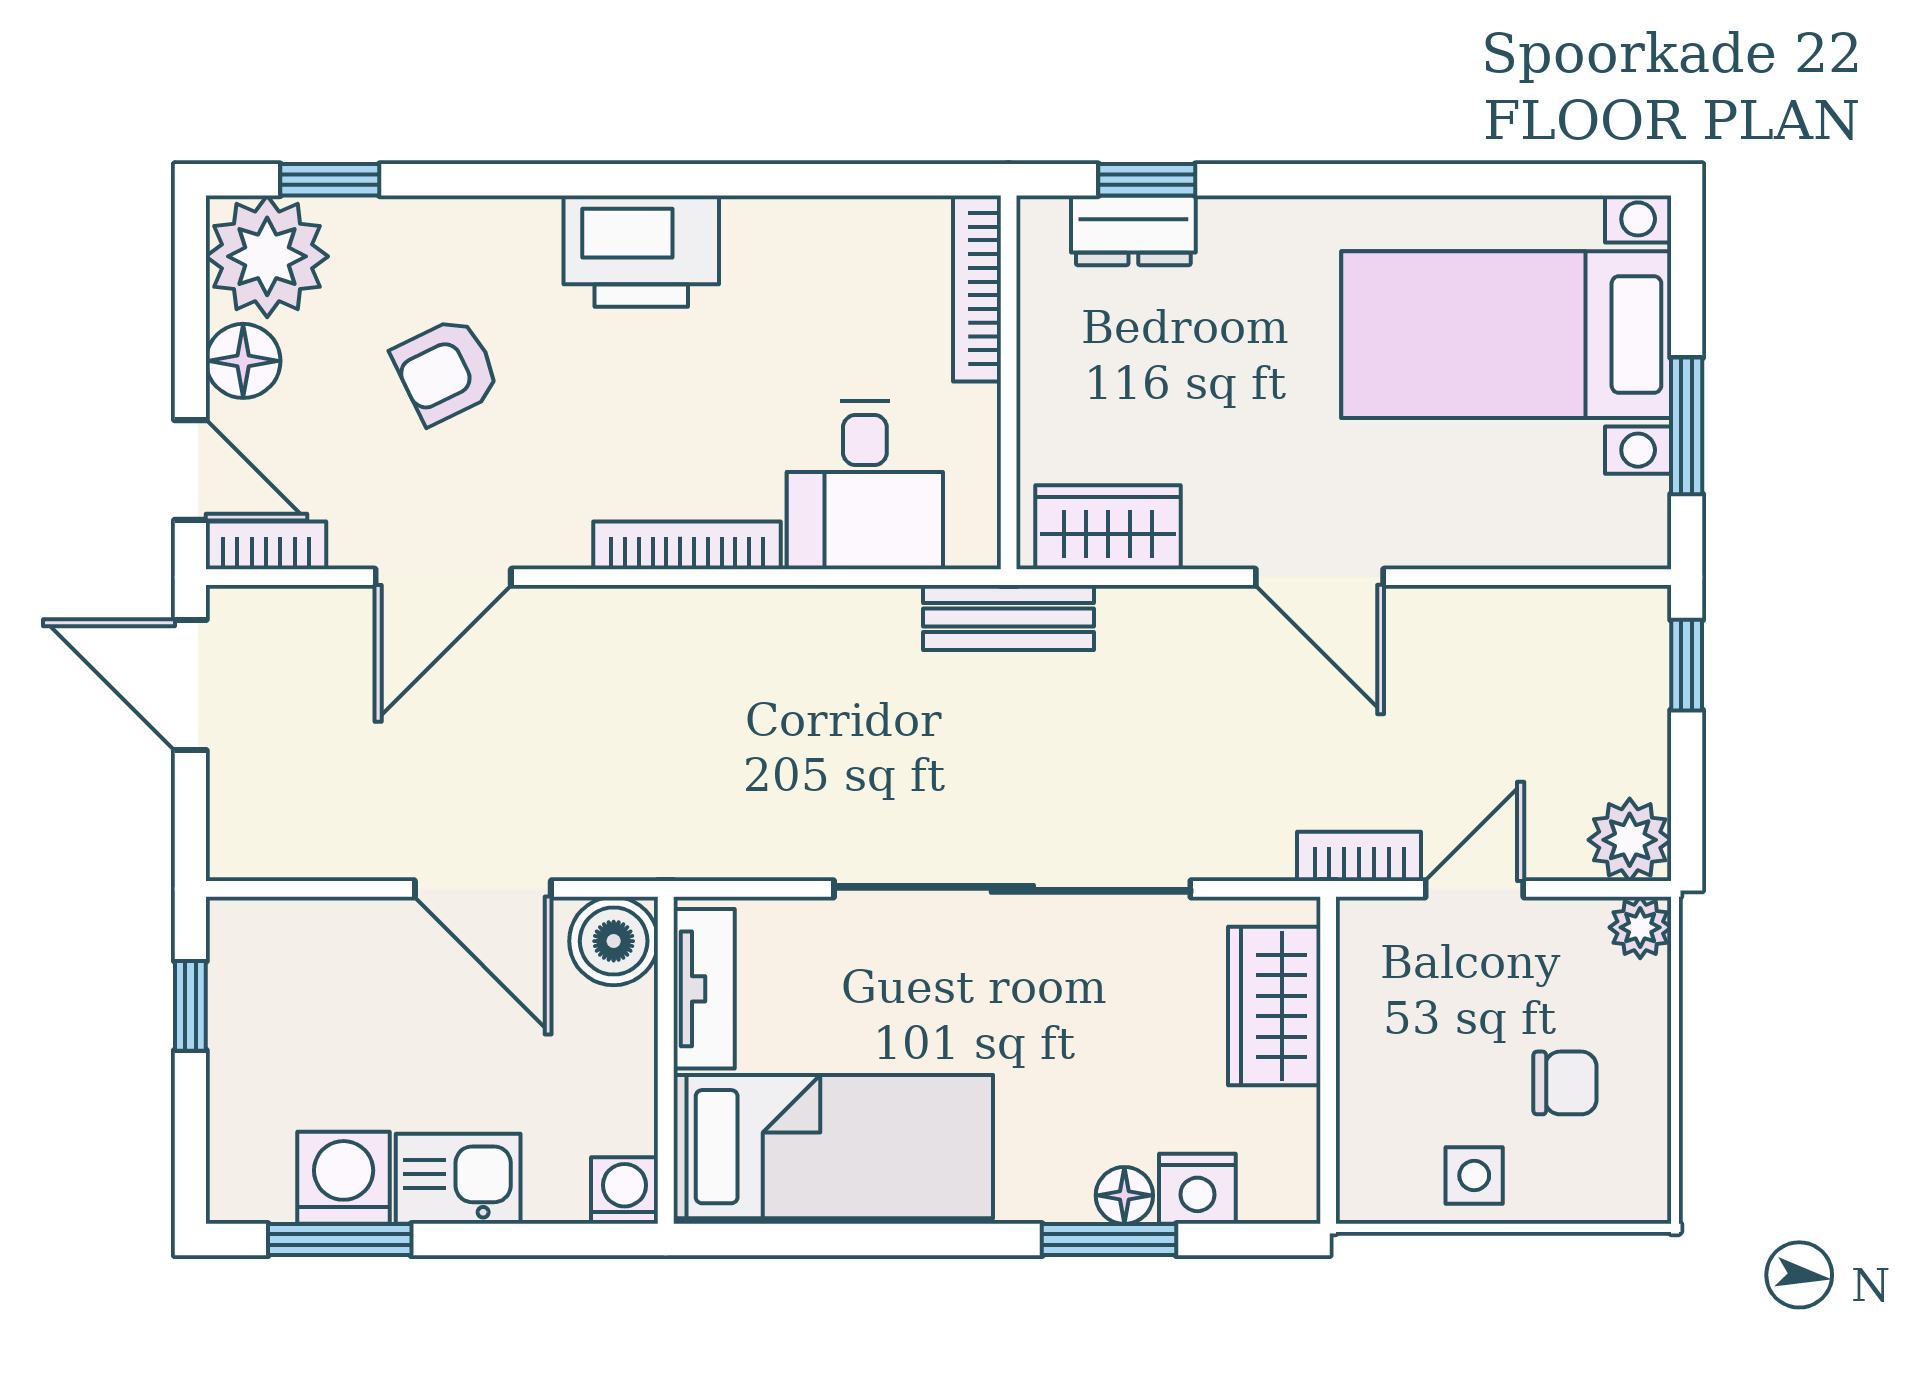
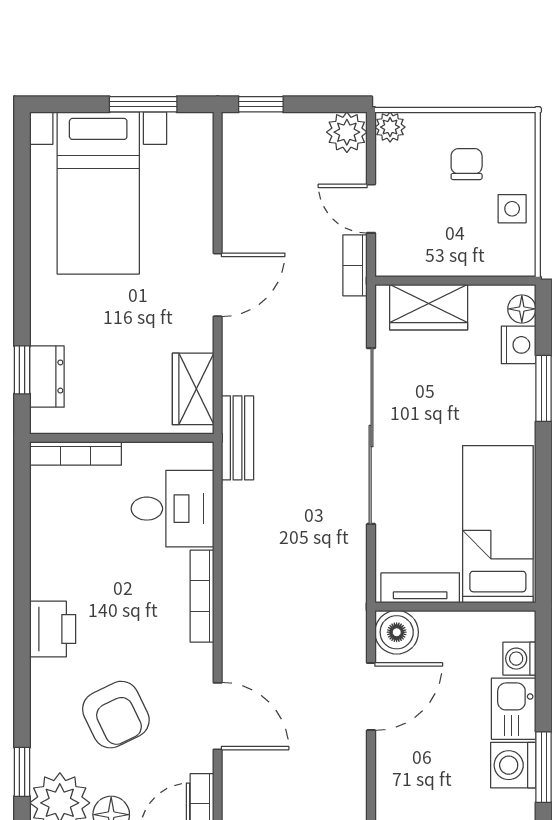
printer: (641, 251) -> (53, 629), width x0.73, depth x0.84
armchair: (446, 371) -> (116, 715), width x1.38, depth x1.38
washing machine: (625, 1191) -> (519, 659), moved
floor lamp: (1124, 1195) -> (522, 309), moved

